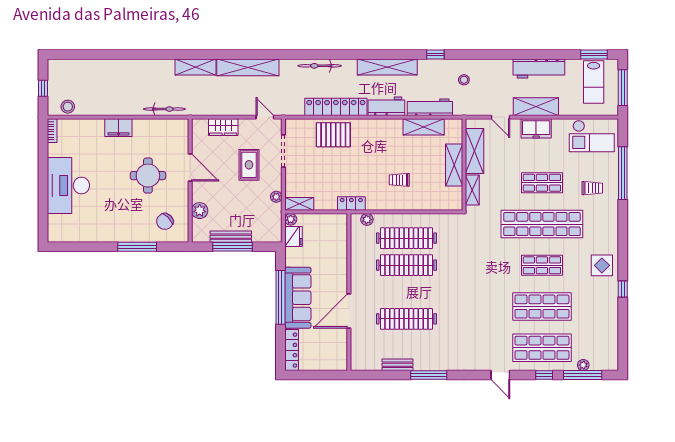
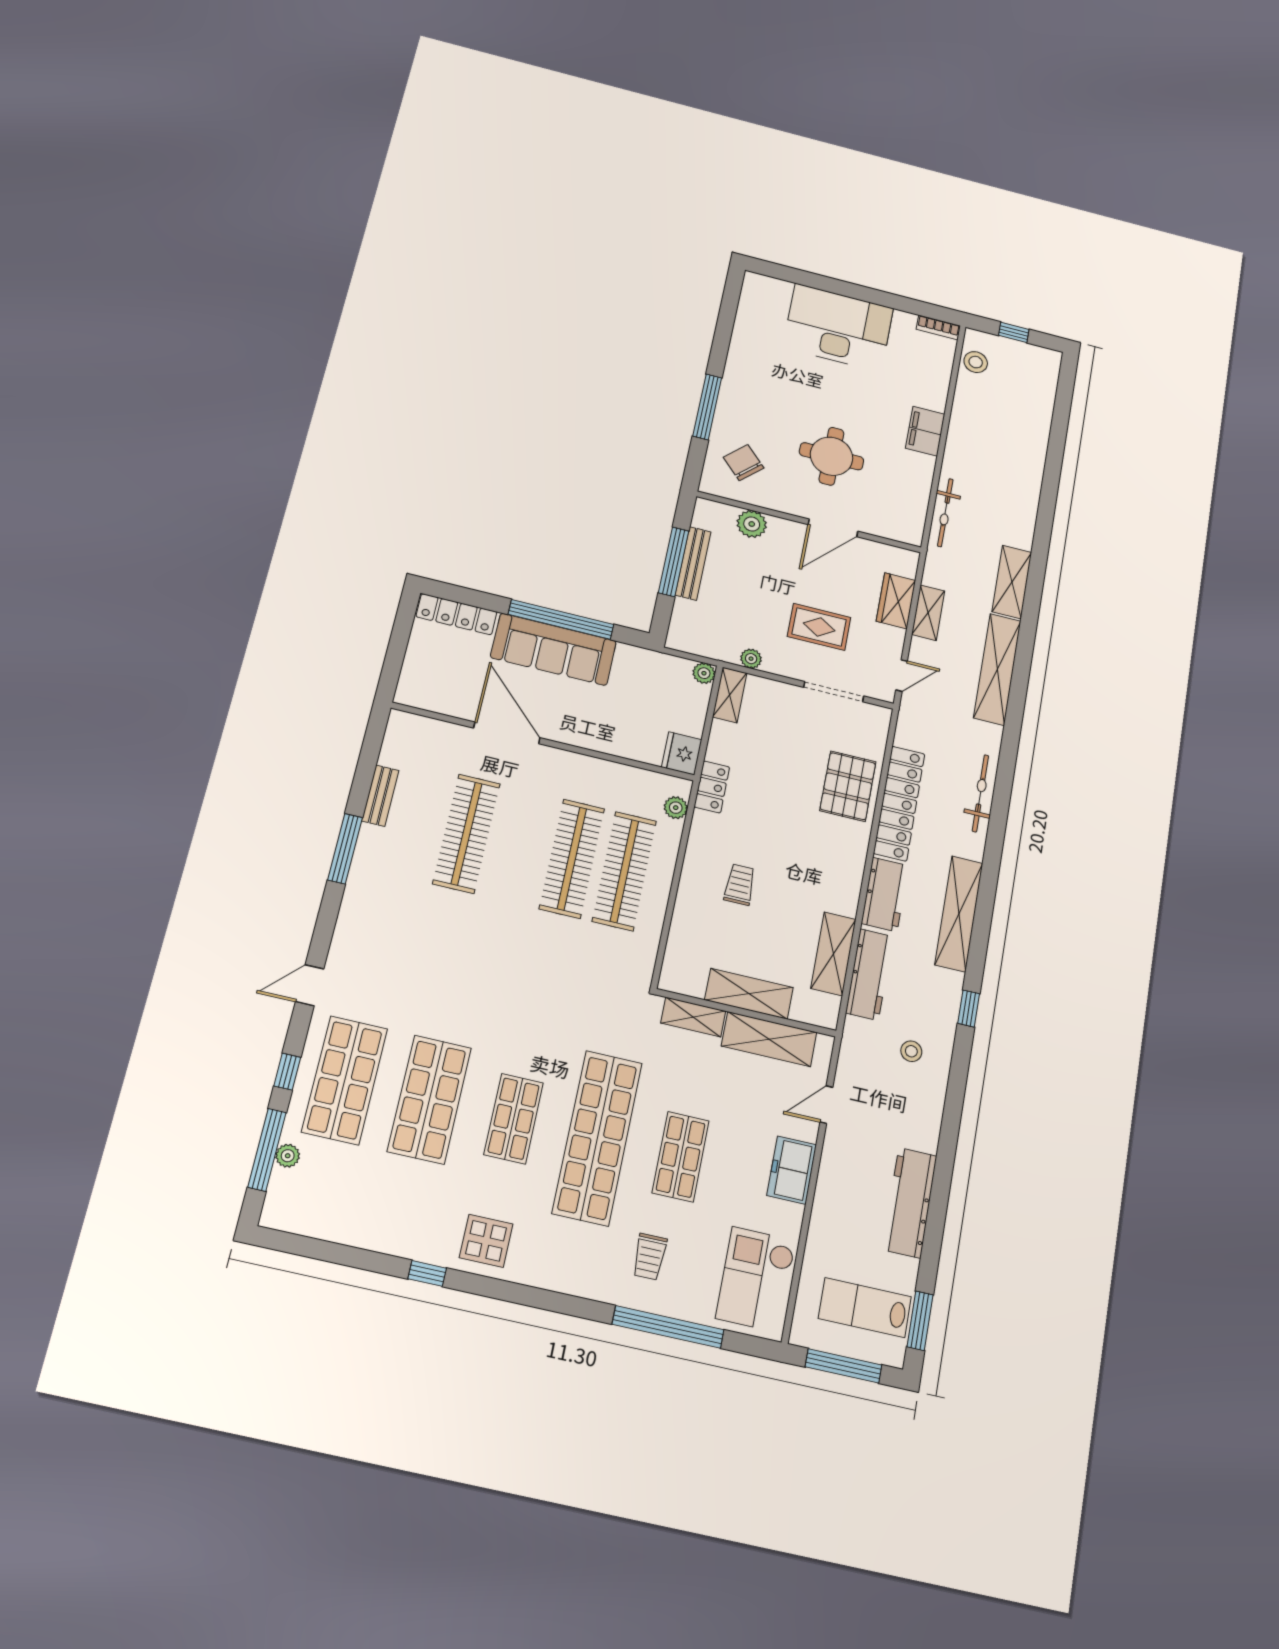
shelving: (536, 107) -> (928, 613), moved, width x0.67, depth x0.75
fridge: (293, 236) -> (682, 753), moved, turned 90

